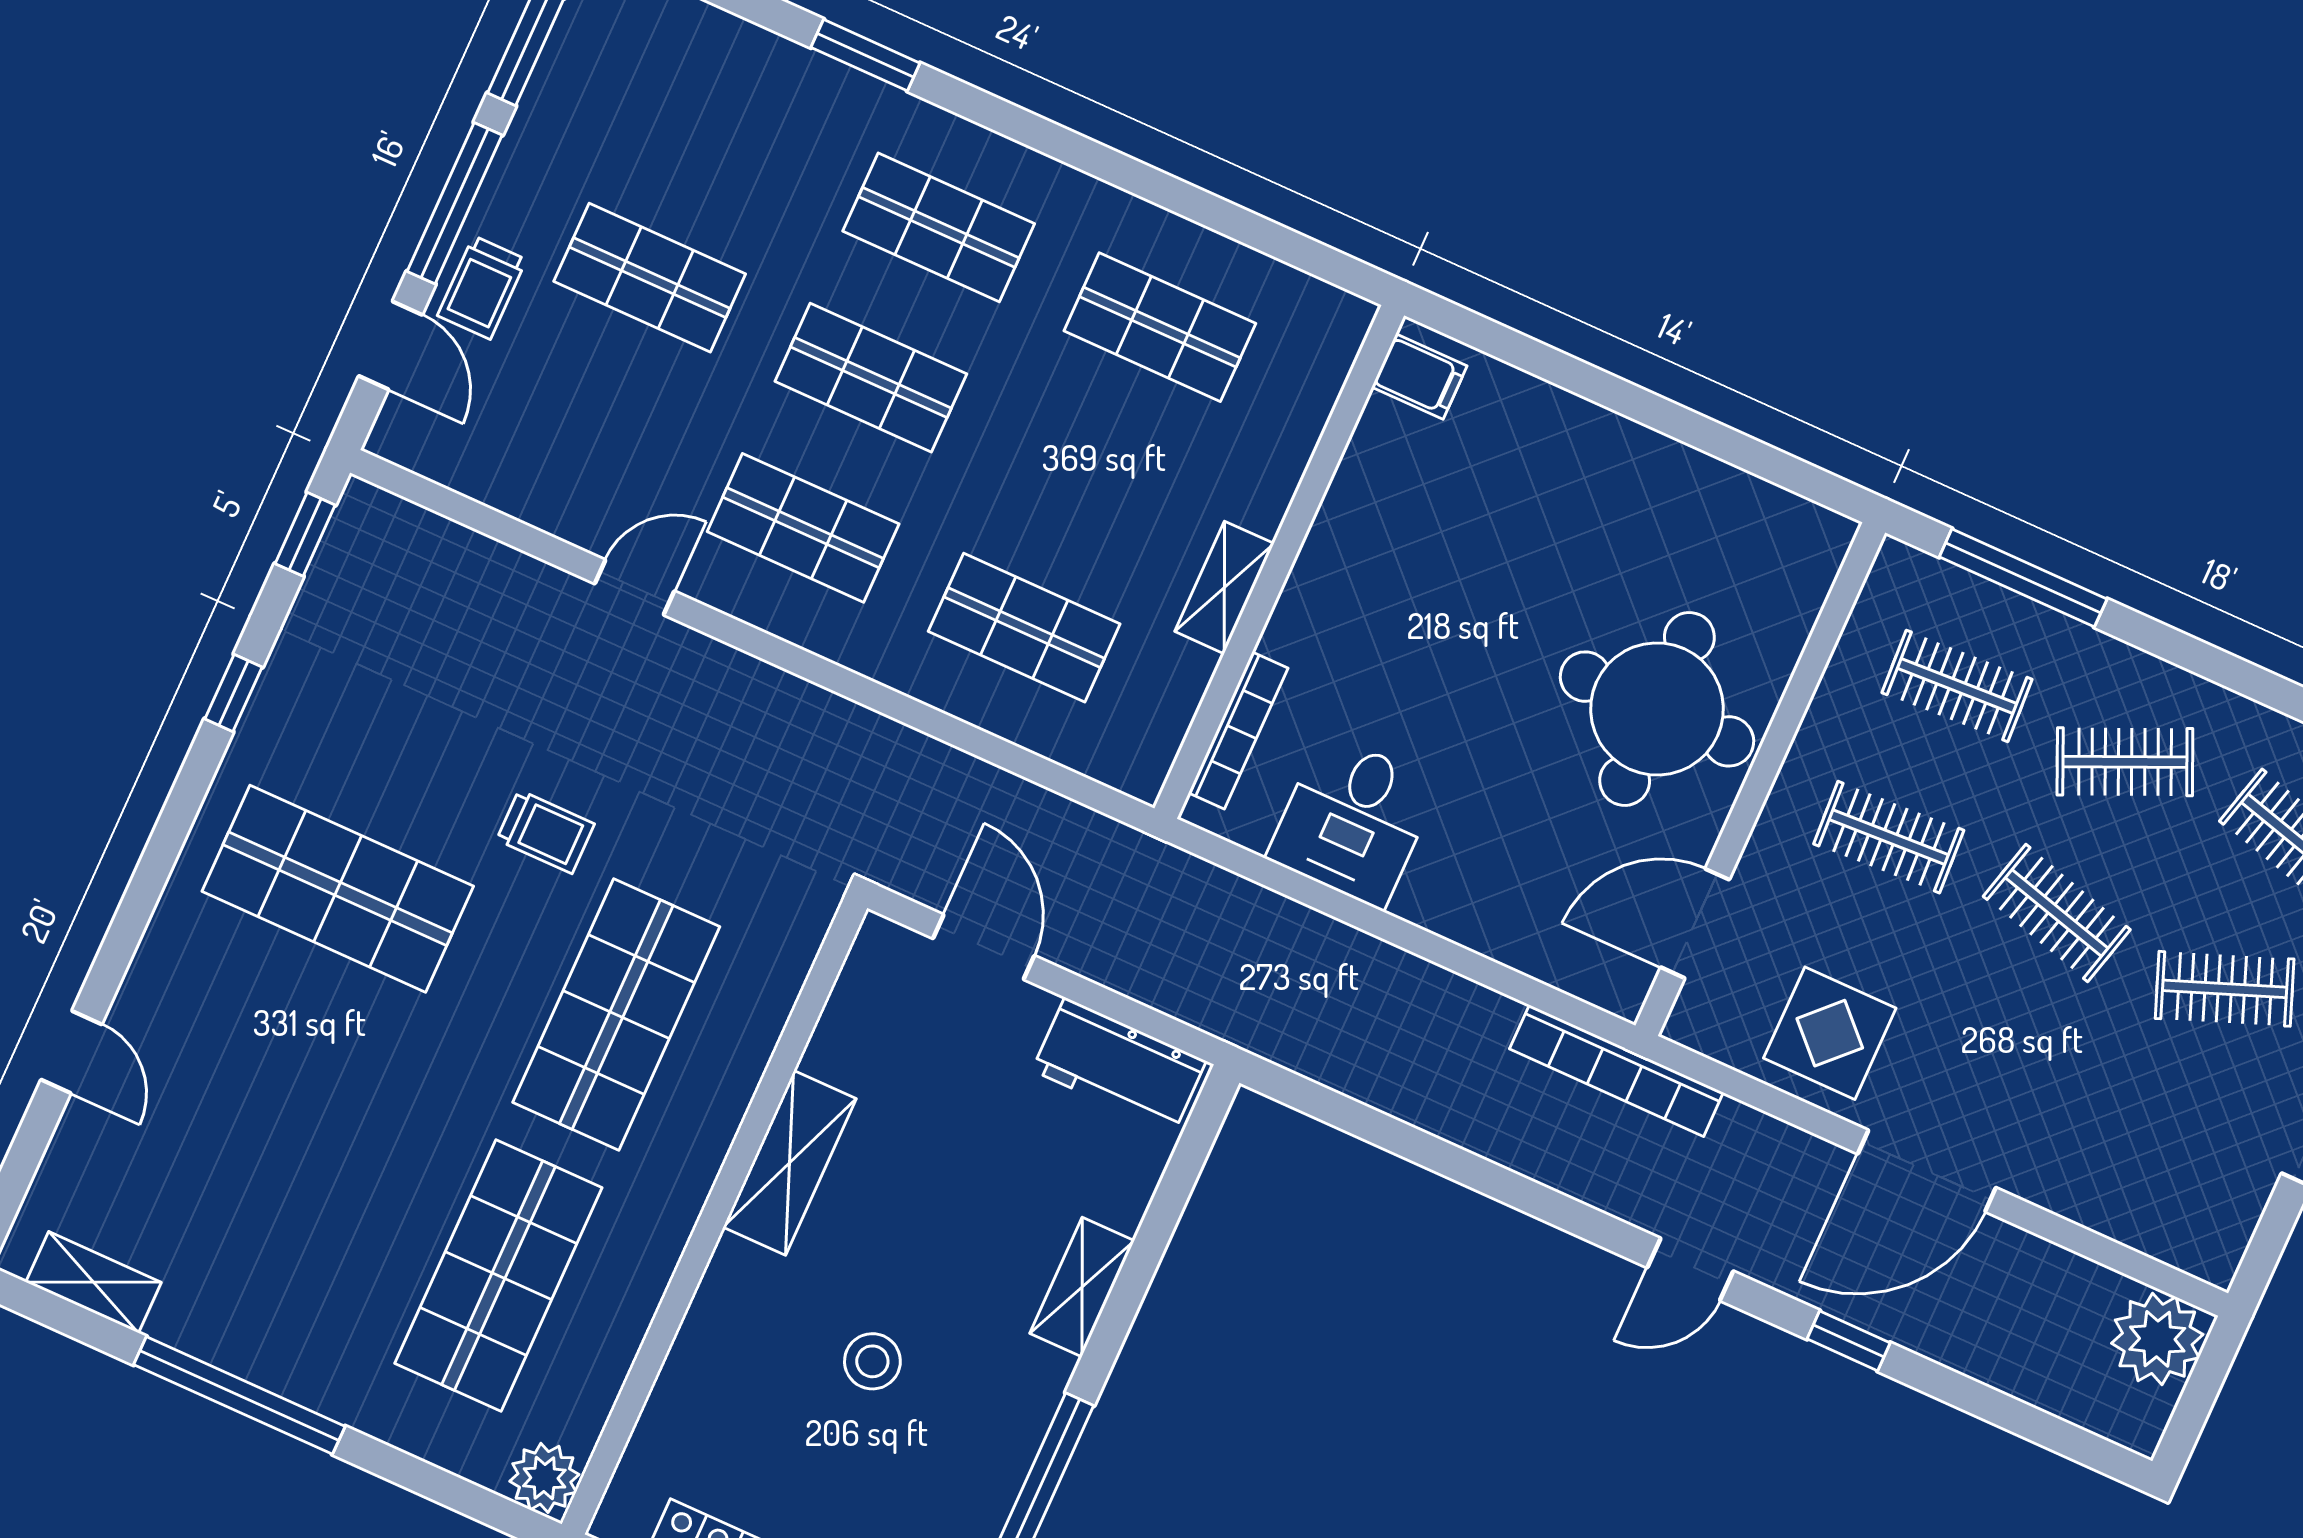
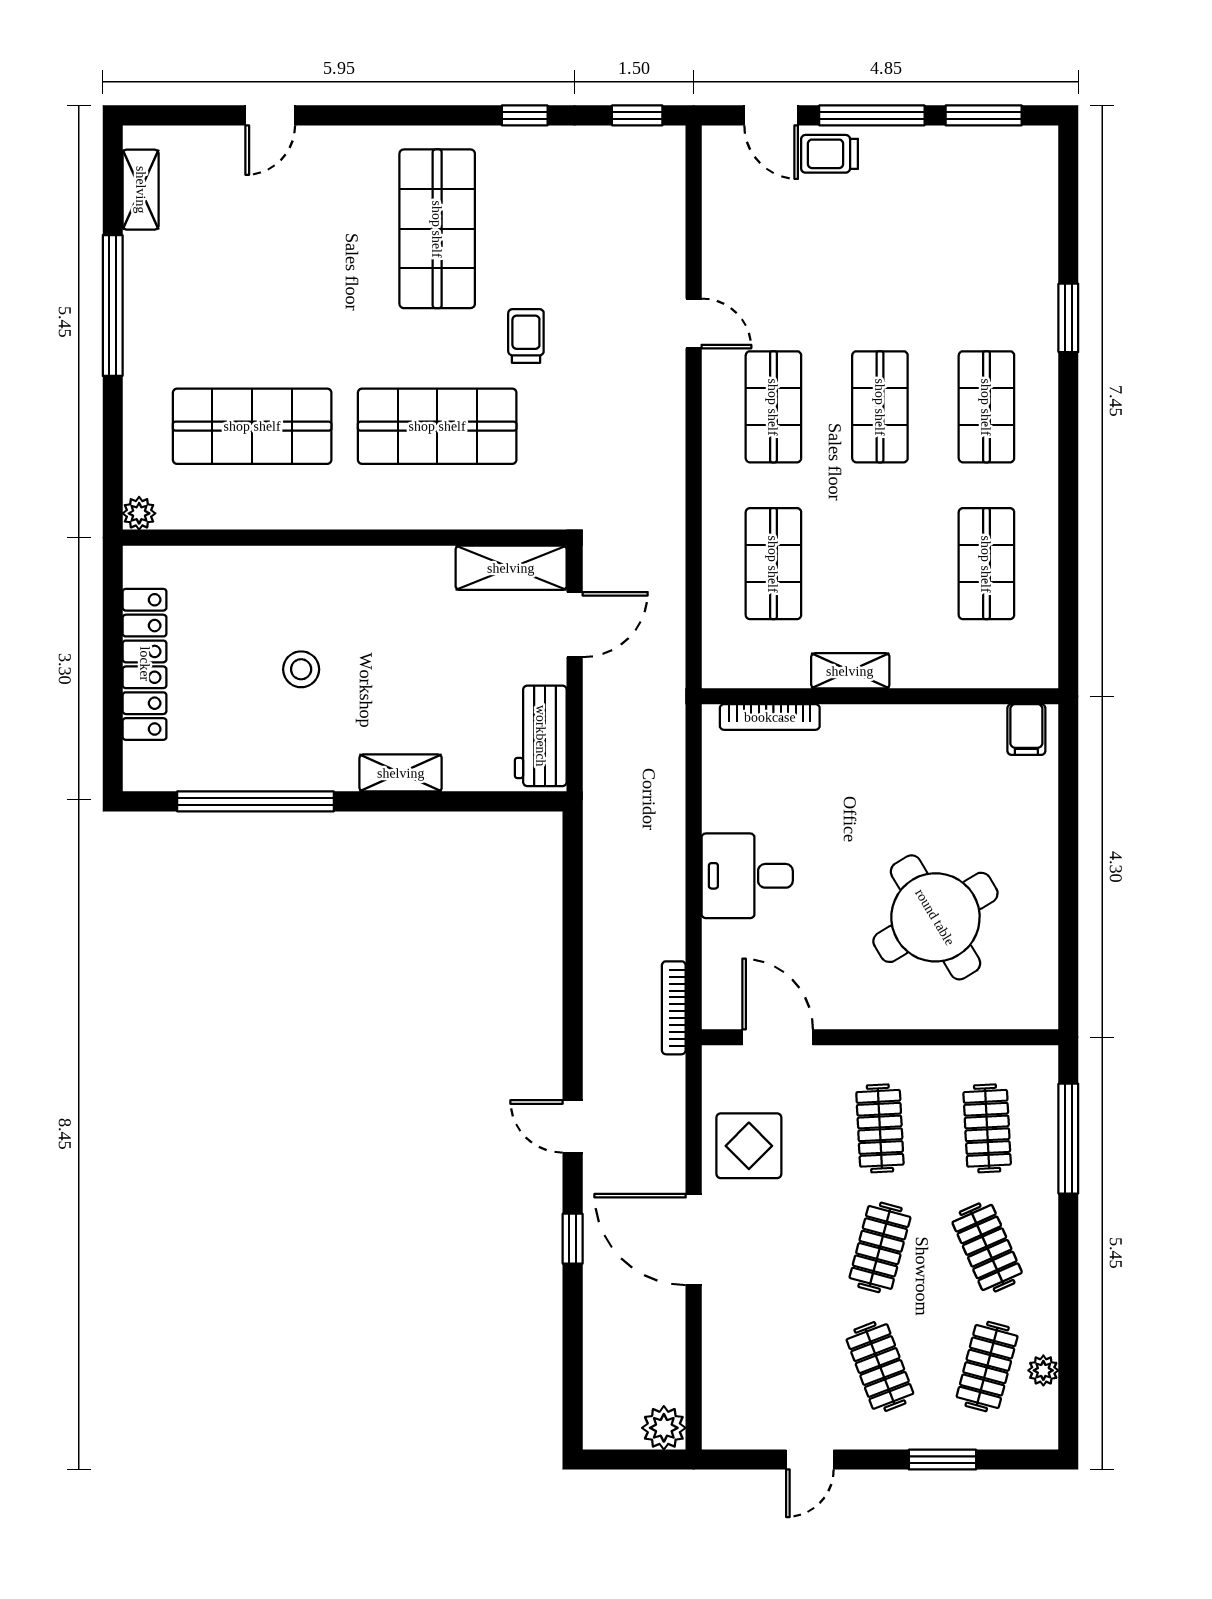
shop shelf: (650, 278) -> (880, 250), removed
door: (390, 345) -> (771, 115), hinge flipped
round table: (1657, 709) -> (935, 917), moved, turned -31
desk: (1353, 821) -> (747, 876), moved
trolley: (546, 832) -> (526, 336), turned 180
bookcase: (1616, 1071) -> (674, 1008), width x0.68, depth x0.76
shelving: (790, 1163) -> (511, 568), moved
plant: (2157, 1339) -> (664, 1428), width x0.73, depth x0.73
plant: (544, 1478) -> (139, 513), width x0.73, depth x0.73

